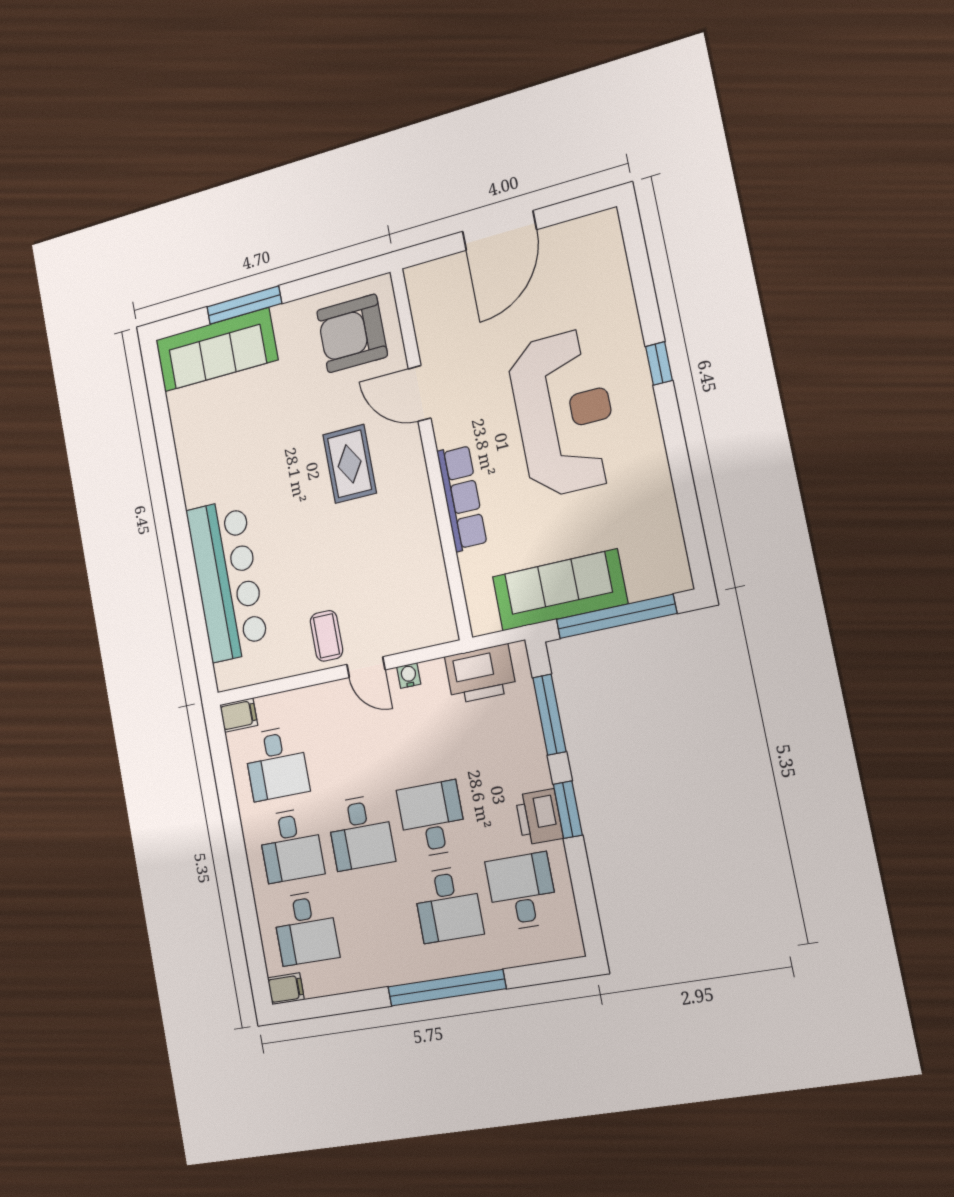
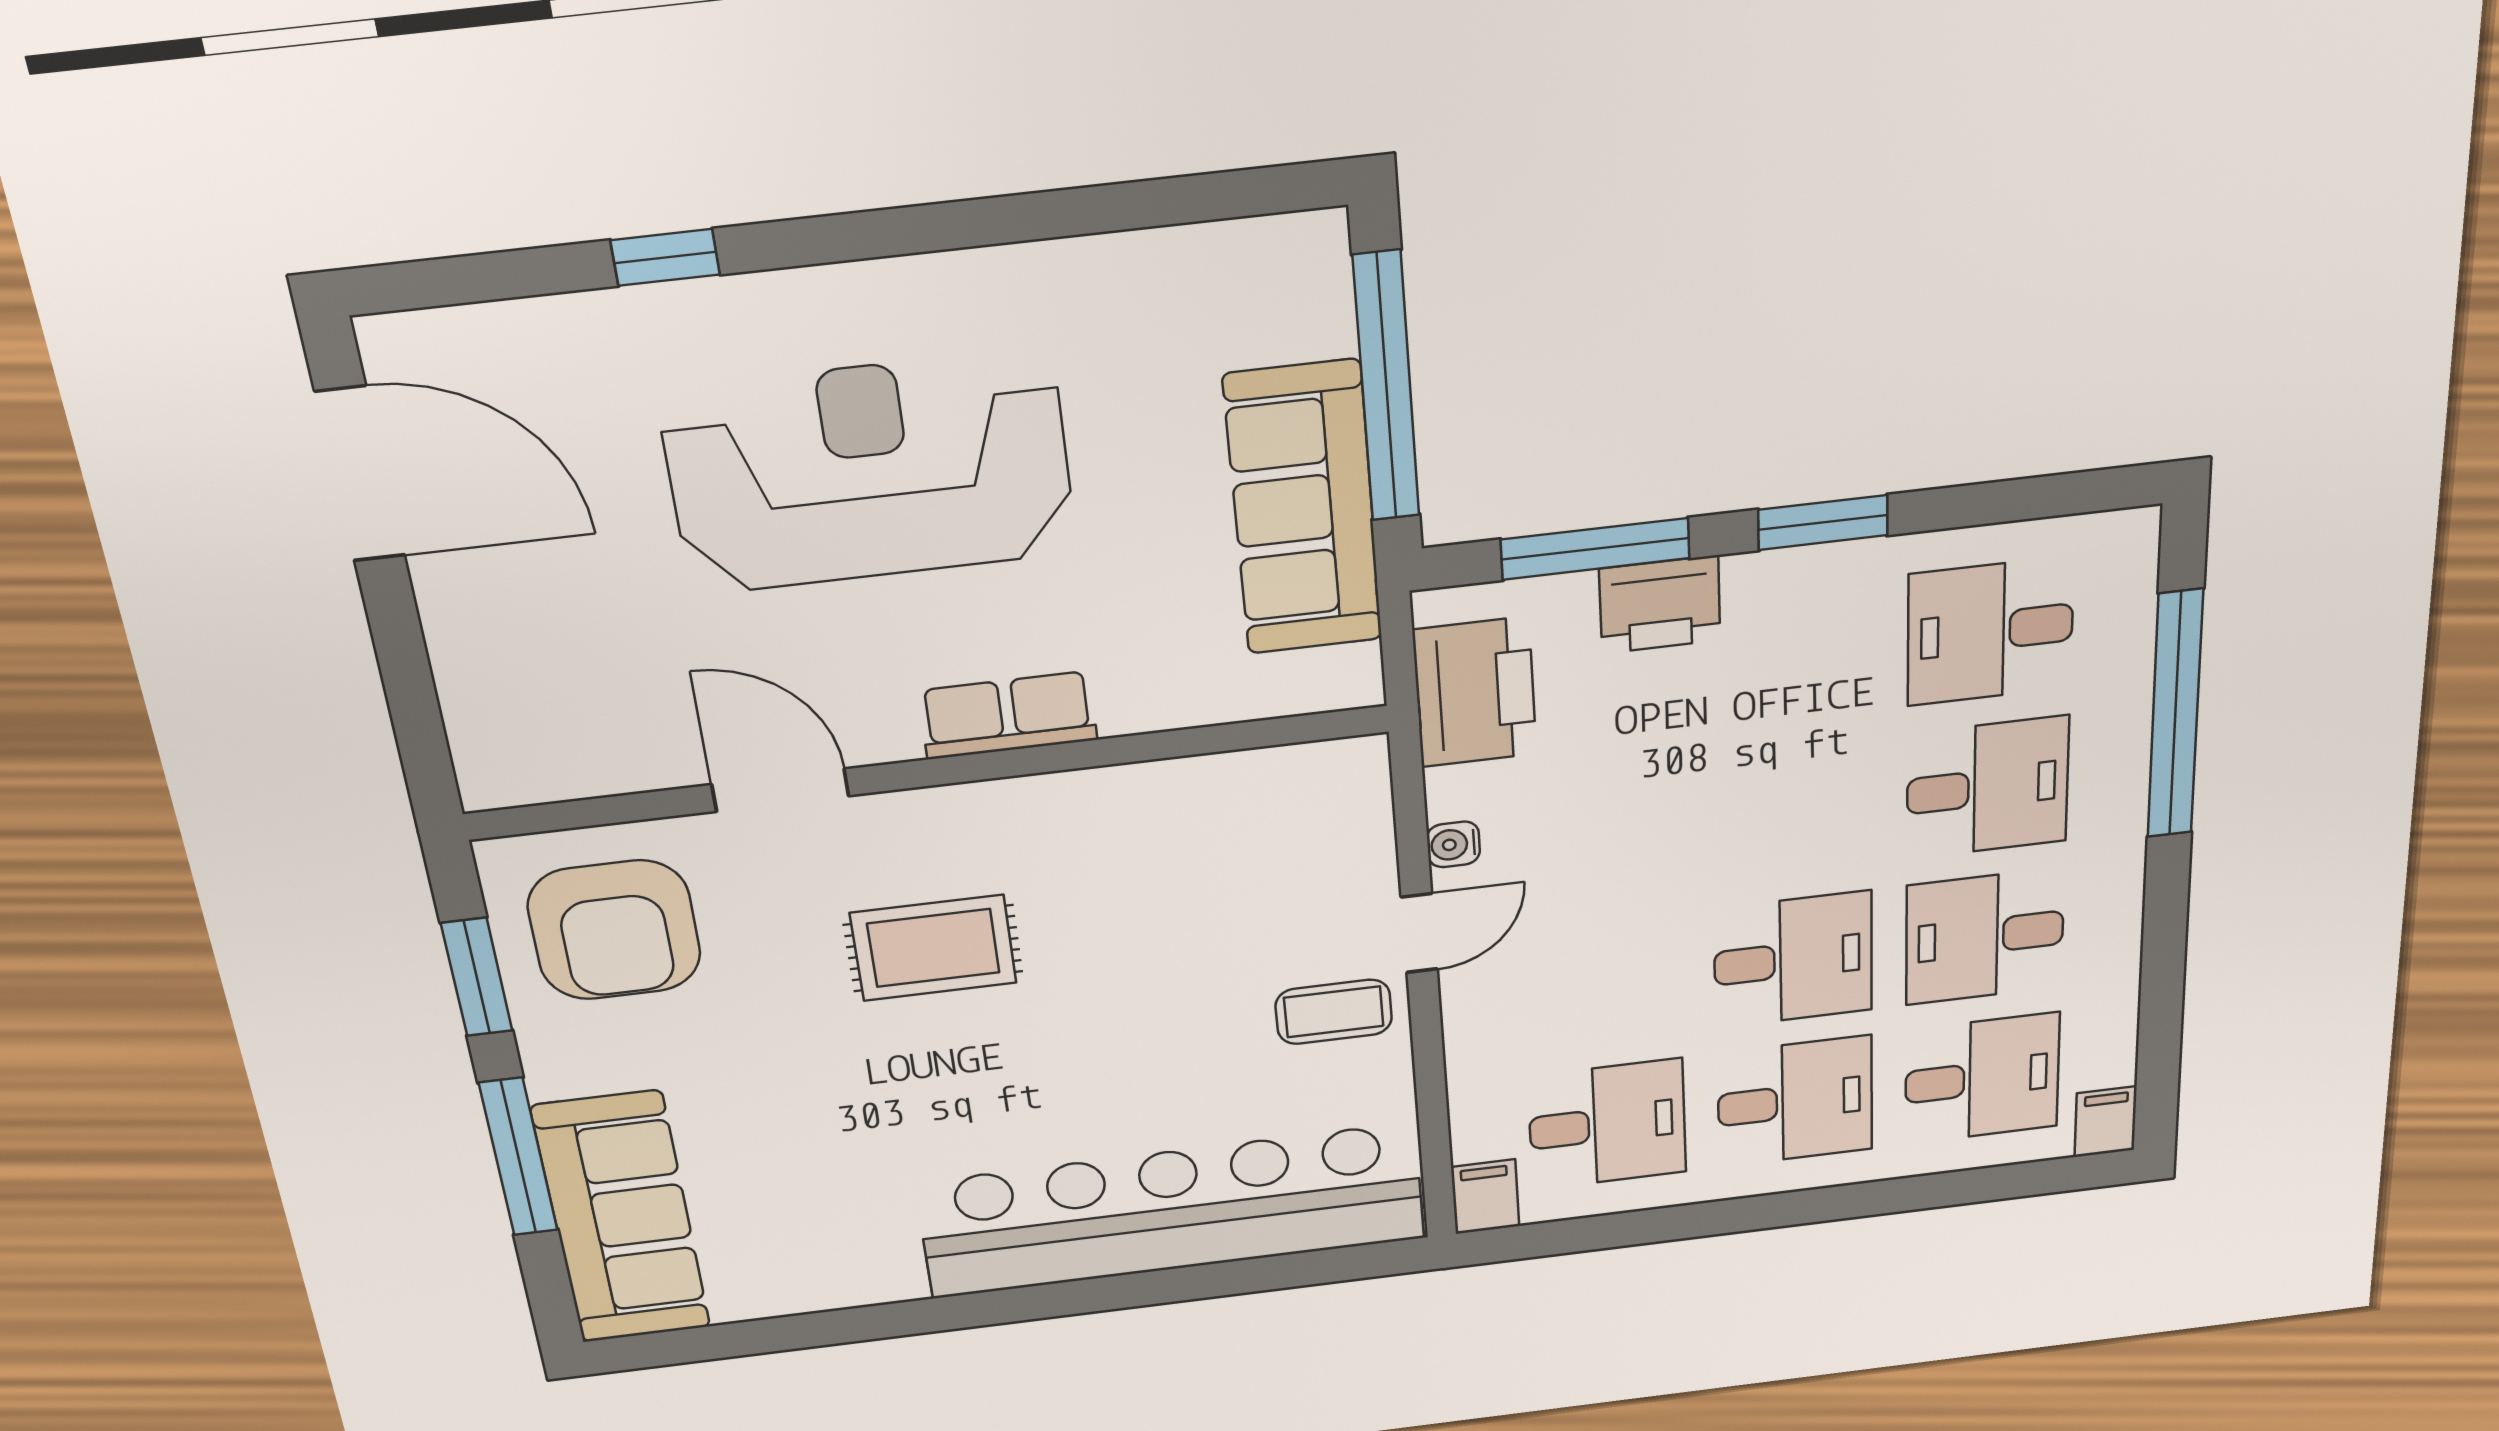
door: (499, 230) -> (360, 474), moved
window: (328, 281) -> (477, 977), added
window: (659, 363) -> (665, 257), moved
door: (420, 393) -> (780, 790), swing flipped
row of seats: (462, 498) -> (1008, 715), width x0.68
bar counter: (227, 580) -> (1172, 1211), width x1.36
printer: (539, 817) -> (1660, 605), moved
desk: (432, 819) -> (1985, 936), moved
window: (447, 988) -> (2175, 715), moved

